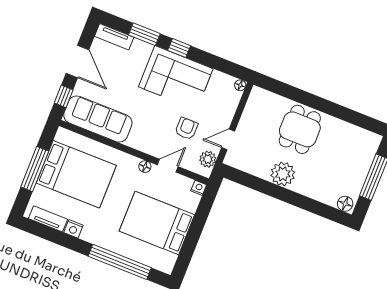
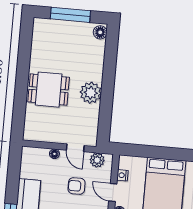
floor lamp: (240, 85) -> (54, 154), moved
nightstand: (199, 188) -> (122, 175), moved

